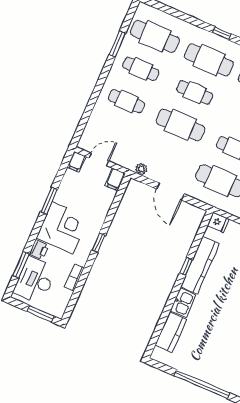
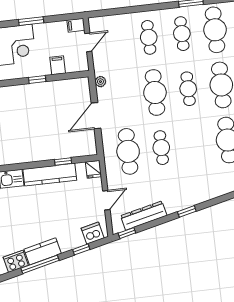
door: (99, 159) -> (88, 42), hinge flipped
filing cabinet: (115, 179) -> (58, 65), moved, turned 90
window: (99, 243) -> (37, 79), moved
window: (186, 267) -> (63, 162), moved

